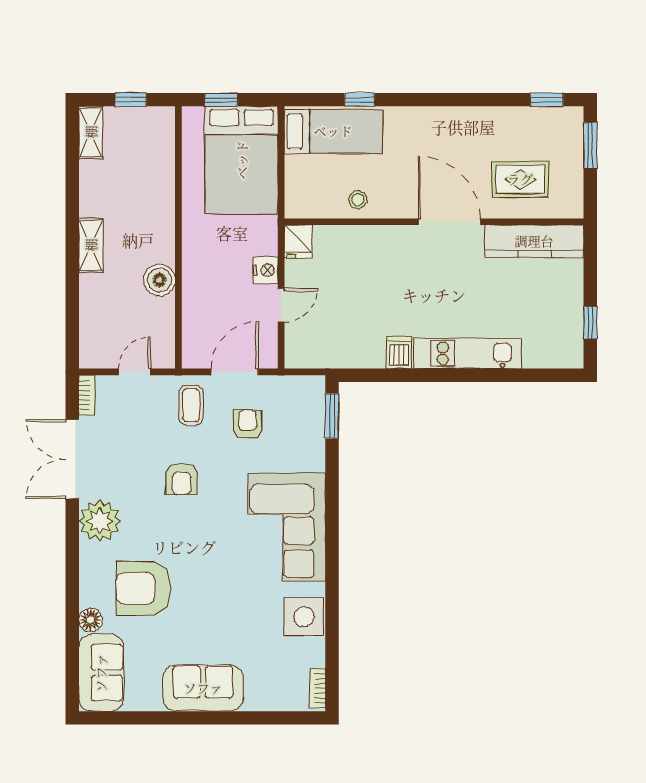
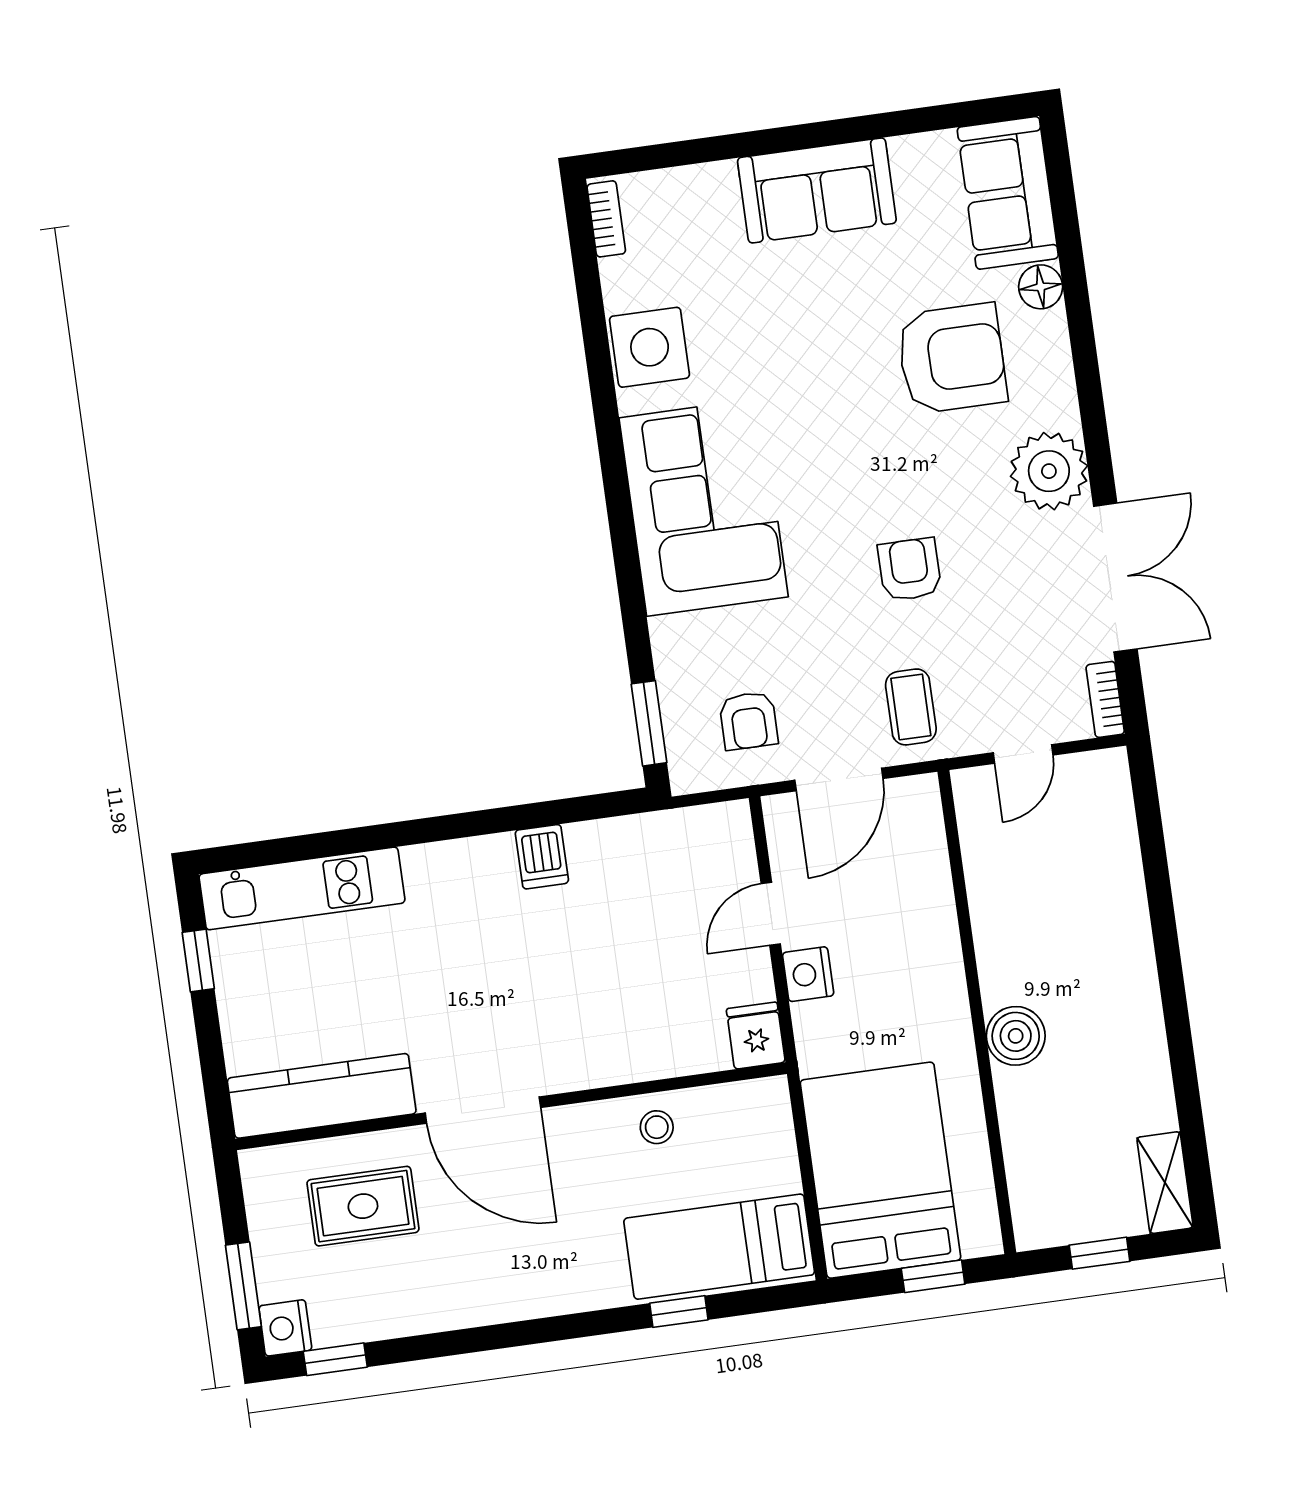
nightstand: (571, 120) -> (285, 1328), added
shelving: (91, 245) -> (1135, 975), removed
boiler: (159, 280) -> (1016, 1036), moved
kitchen unit: (468, 353) -> (302, 888), moved
armchair: (248, 424) -> (749, 721), moved

